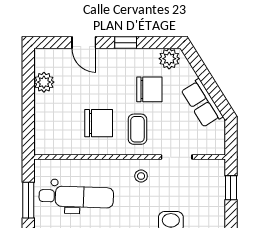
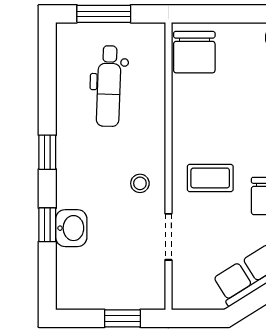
chair: (99, 123) -> (194, 52), moved
dental chair: (76, 197) -> (109, 86), width x0.73, depth x0.72

